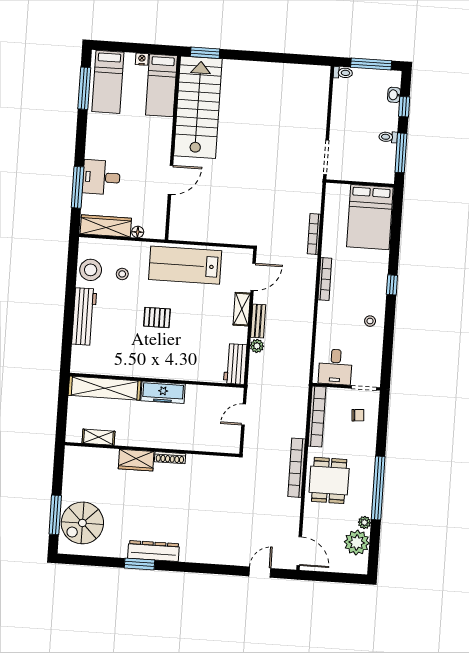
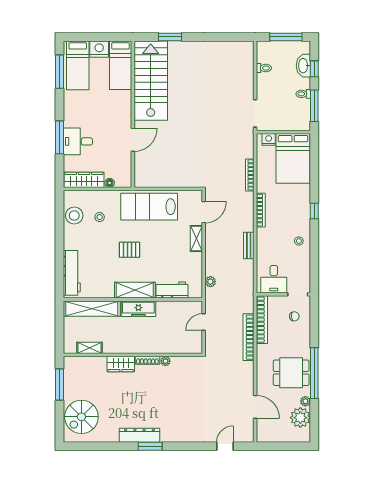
window: (205, 53) -> (170, 37), moved
nightstand: (142, 59) -> (99, 49), width x1.89, depth x1.79
toilet: (343, 73) -> (264, 68), moved
washbasin: (394, 95) -> (303, 66), width x1.91, depth x1.45
window: (78, 187) -> (59, 137), moved
nightstand: (341, 191) -> (269, 139), added
workbench: (84, 317) -> (72, 273), moved
bench: (258, 321) -> (249, 245), moved
plant: (257, 346) -> (210, 282), moved
workbench: (235, 364) -> (172, 290), moved, turned 90
shelving: (160, 369) -> (135, 290), added
plant: (193, 460) -> (165, 361), added
bookcase: (297, 468) -> (248, 337), moved
dining table: (329, 480) -> (291, 373), moved, turned 90
window: (55, 515) -> (59, 385), moved
door: (299, 551) -> (255, 407), moved
window: (140, 564) -> (150, 446), moved

